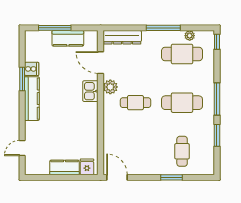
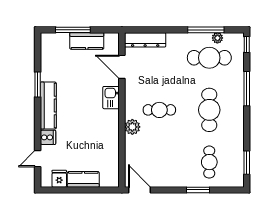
window: (163, 28) -> (206, 30), moved
cooker: (32, 69) -> (48, 137), moved
plant: (110, 87) -> (132, 127), moved
window: (217, 99) -> (247, 89), moved
cafe table: (182, 103) -> (209, 110), turned 90
window: (217, 135) -> (247, 163), moved
fridge: (87, 167) -> (59, 179), moved

